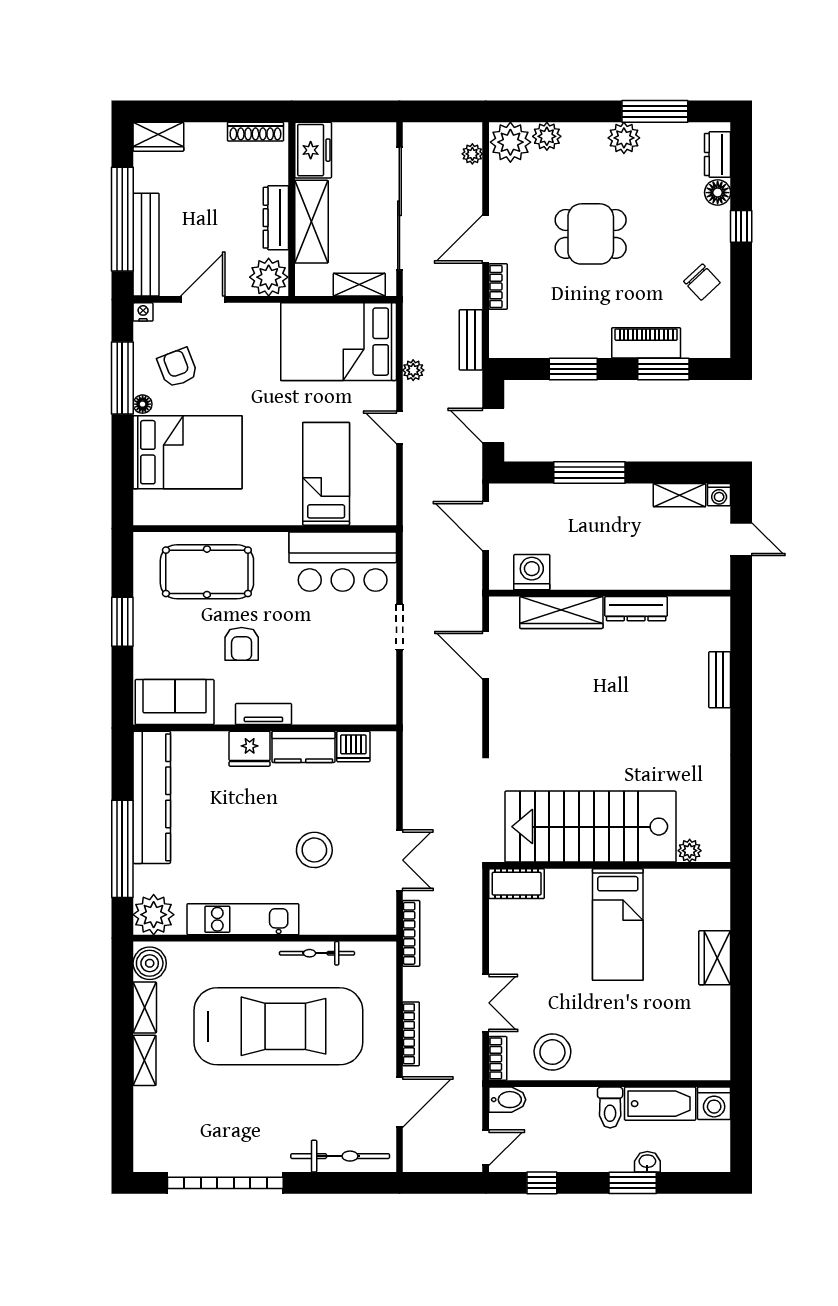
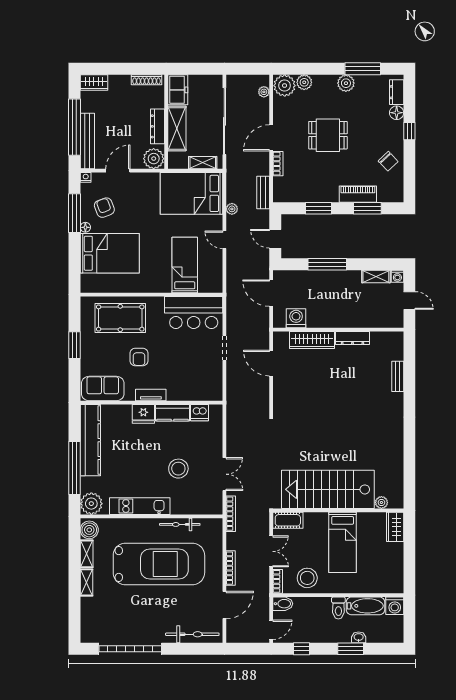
stairs: (590, 827) -> (328, 489), moved
plant: (690, 851) -> (381, 502), moved
wall: (610, 865) -> (338, 510), moved
cot: (517, 884) -> (288, 520), moved
bed: (618, 925) -> (343, 542), moved

